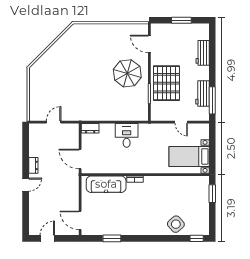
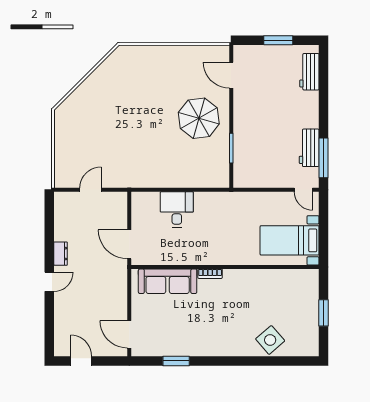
workbench: (203, 53) -> (309, 72), moved
pallet: (167, 83) -> (256, 133), removed
door: (181, 122) -> (303, 190), moved
dresser: (90, 128) -> (144, 199), removed
desk: (127, 135) -> (177, 209), moved
window: (212, 194) -> (324, 313), moved
door: (47, 238) -> (81, 361), hinge flipped
window: (197, 238) -> (301, 361), removed

